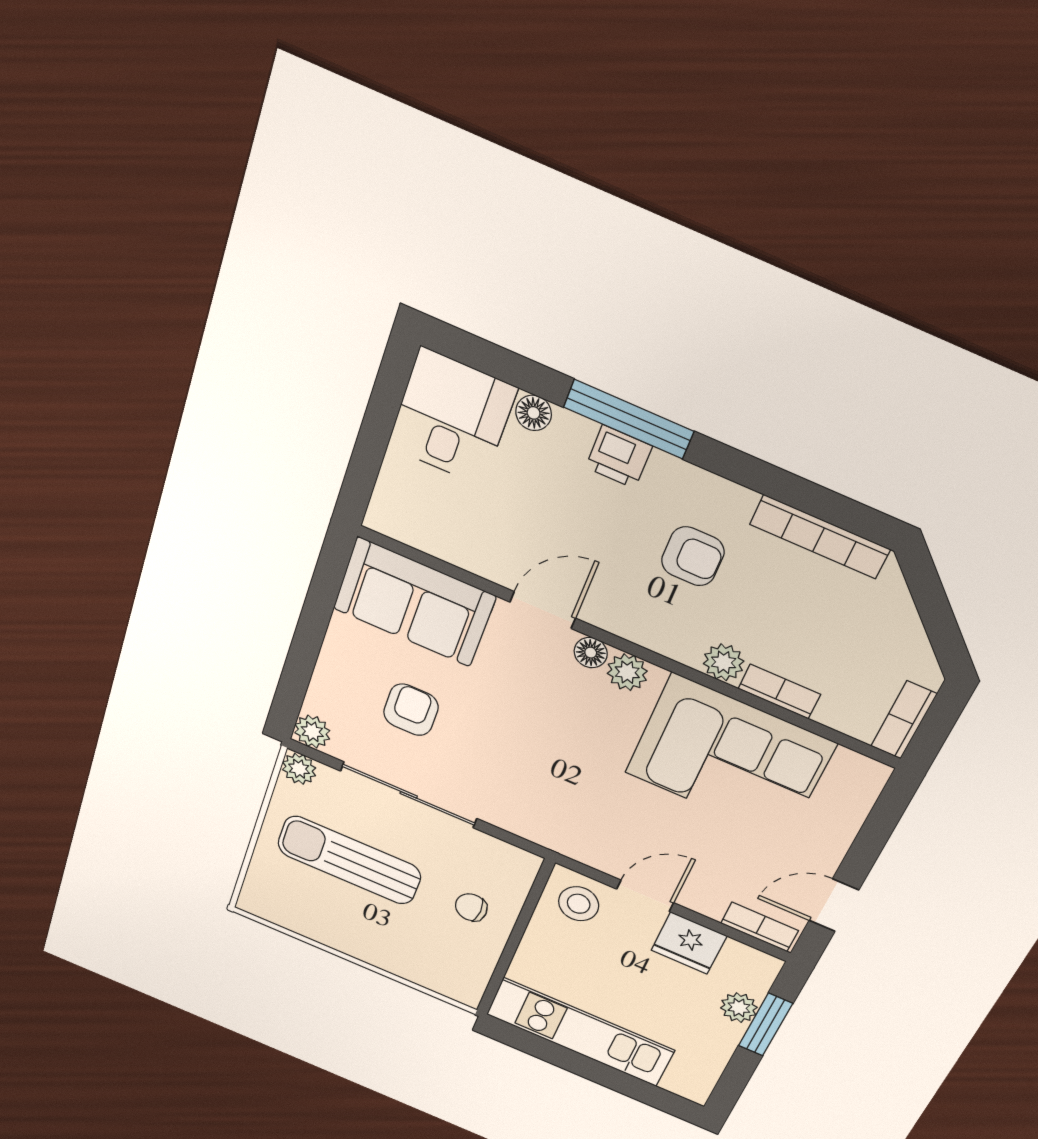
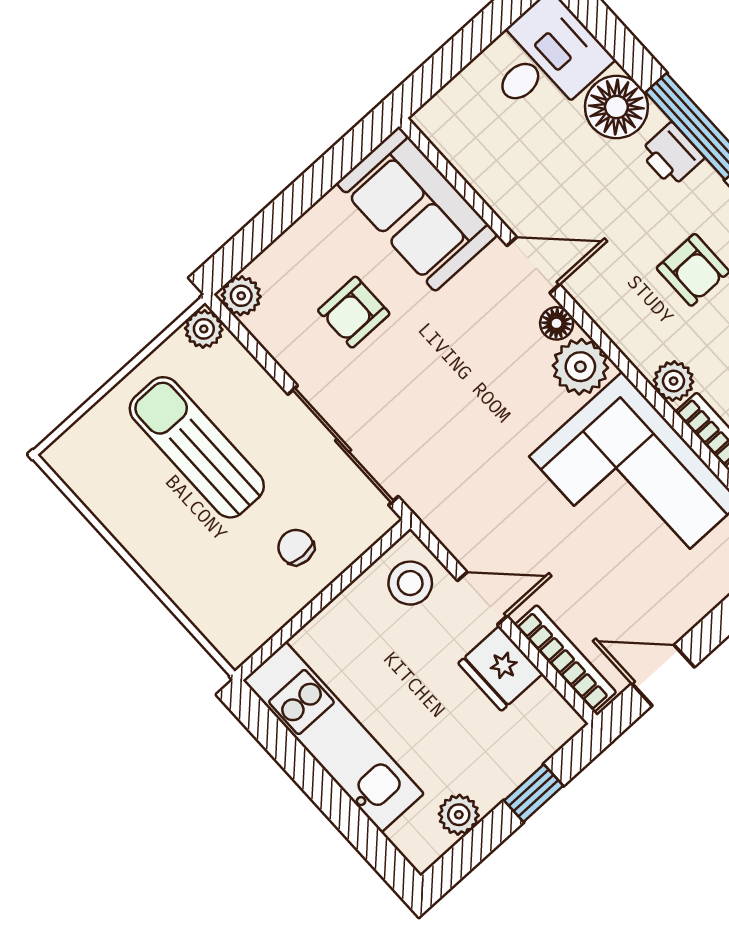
floor lamp: (534, 413) -> (616, 107), width x1.89, depth x1.89
plant: (627, 672) -> (580, 367), width x1.38, depth x1.38
armchair: (411, 710) -> (354, 312), turned 180
sliding door: (409, 795) -> (343, 445), moved
bookcase: (759, 927) -> (565, 659), width x1.56
plant: (739, 1008) -> (459, 815), moved
window: (766, 1025) -> (534, 793), width x0.67

